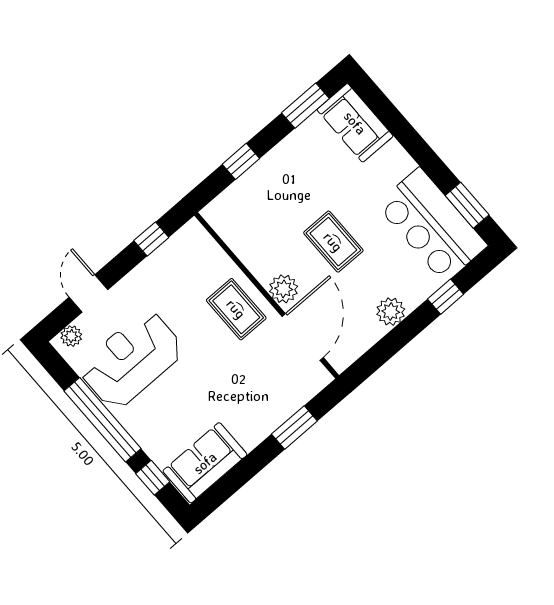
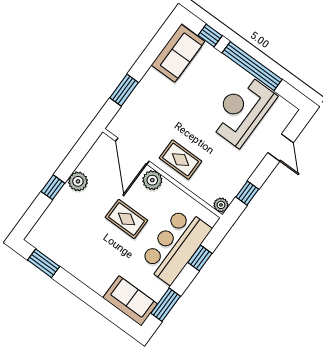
bar counter: (432, 225) -> (176, 246), moved, turned -90
window: (446, 297) -> (53, 187), moved
plant: (71, 336) -> (221, 205), moved
reception desk: (131, 359) -> (242, 110), turned 180

